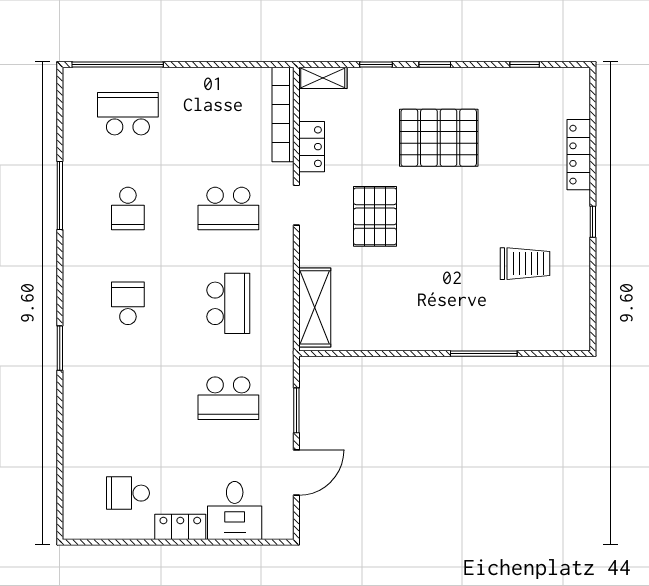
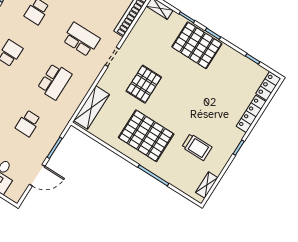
pallet: (439, 138) -> (197, 45), moved
locker: (312, 147) -> (268, 86), moved, turned 180
school desk: (228, 209) -> (81, 39), turned 180
pallet: (432, 297) -> (146, 136), added
shelving: (580, 315) -> (207, 185), added
school desk: (228, 398) -> (28, 123), width x0.54

